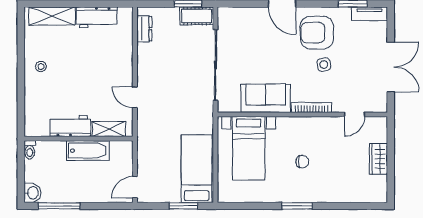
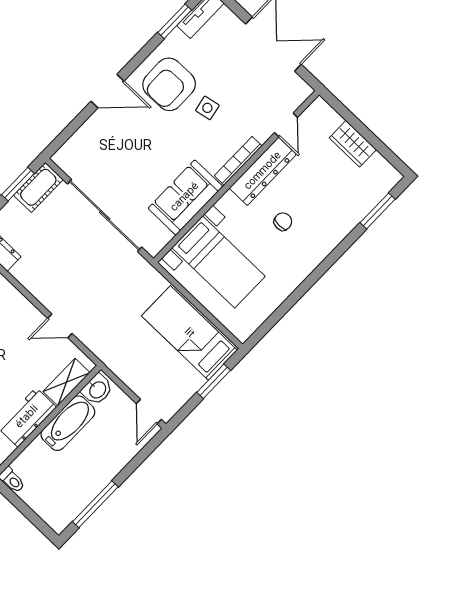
dresser: (319, 126) -> (263, 171), added
washbasin: (32, 193) -> (97, 389), moved, turned 90
window: (297, 206) -> (378, 211), moved

